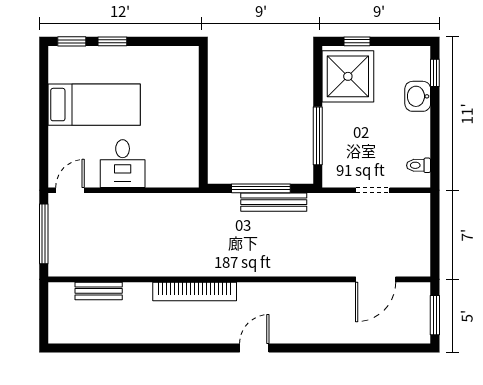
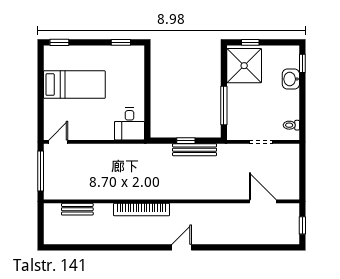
window: (112, 41) -> (121, 42), moved
desk: (123, 164) -> (129, 124), moved
window: (261, 188) -> (186, 141), width x0.46
door: (376, 279) -> (263, 201), swing flipped
window: (435, 315) -> (302, 225), width x0.67

